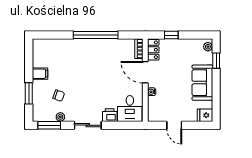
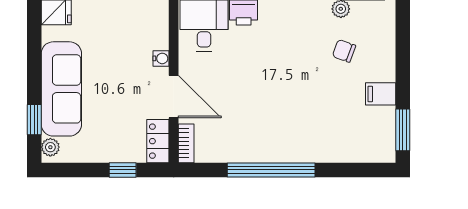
sofa: (202, 83) -> (61, 89), width x1.36
window: (29, 93) -> (403, 130), moved

